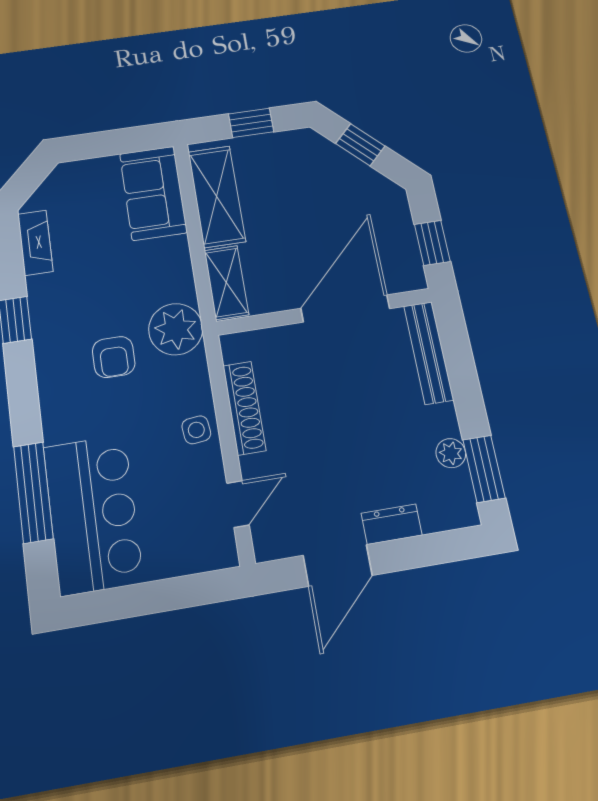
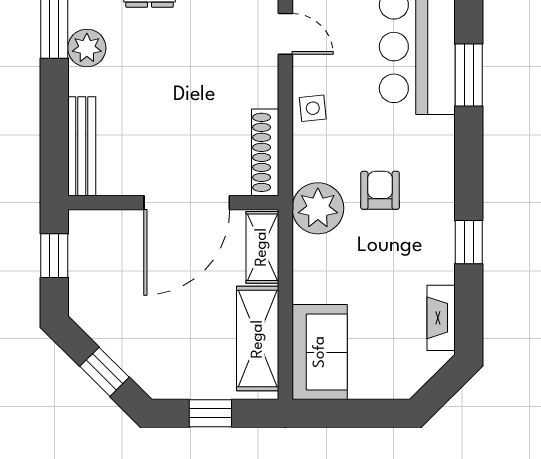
door: (345, 308) -> (187, 203), moved
shoe rack: (244, 408) -> (265, 152), moved
plant: (451, 453) -> (87, 48), width x1.38, depth x1.38
window: (33, 492) -> (469, 75), width x0.69
door: (238, 504) -> (285, 34), swing flipped

